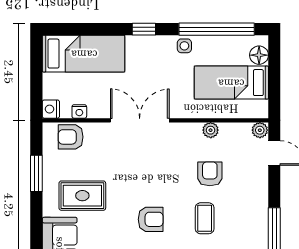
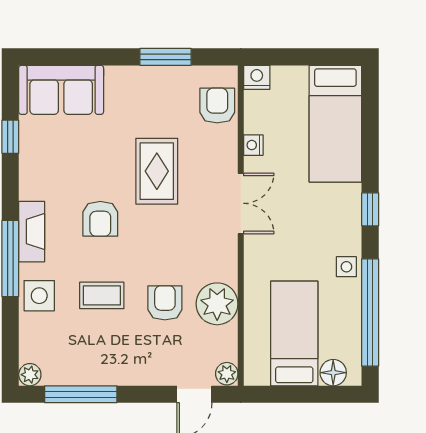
nightstand: (79, 111) -> (253, 145), moved
double door: (140, 120) -> (241, 203), width x0.73
plant: (211, 130) -> (217, 304), width x1.88, depth x1.88
armchair: (210, 174) -> (165, 303), turned -90
rug: (82, 196) -> (157, 171), moved

